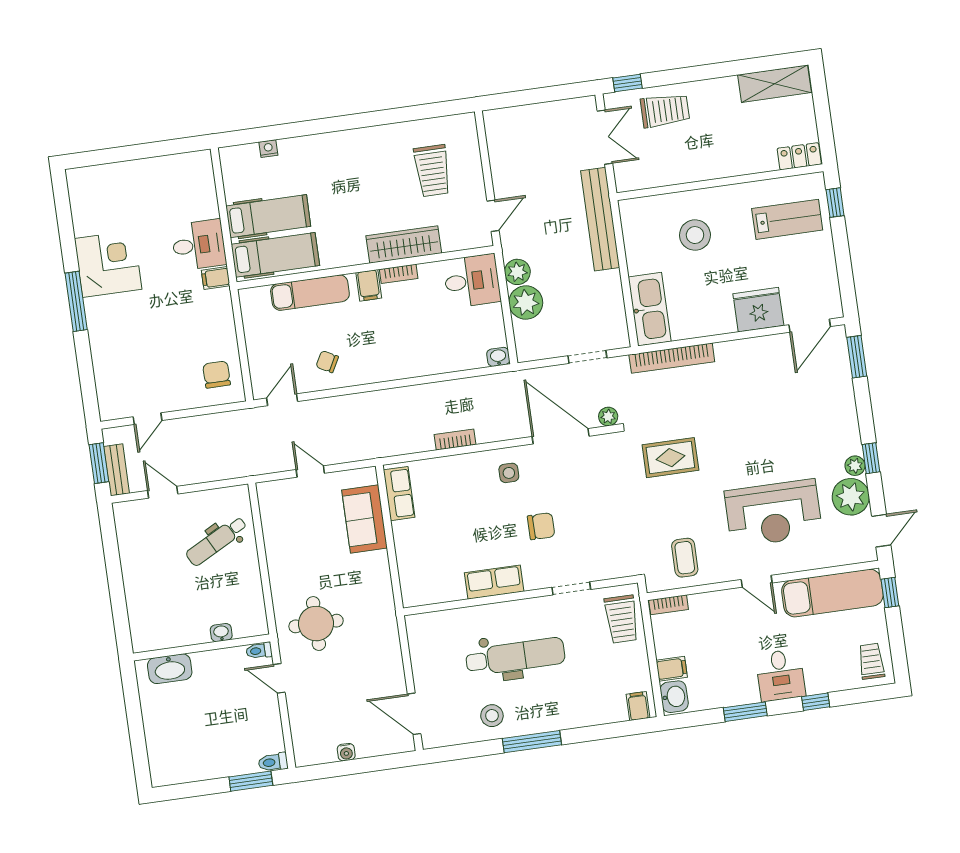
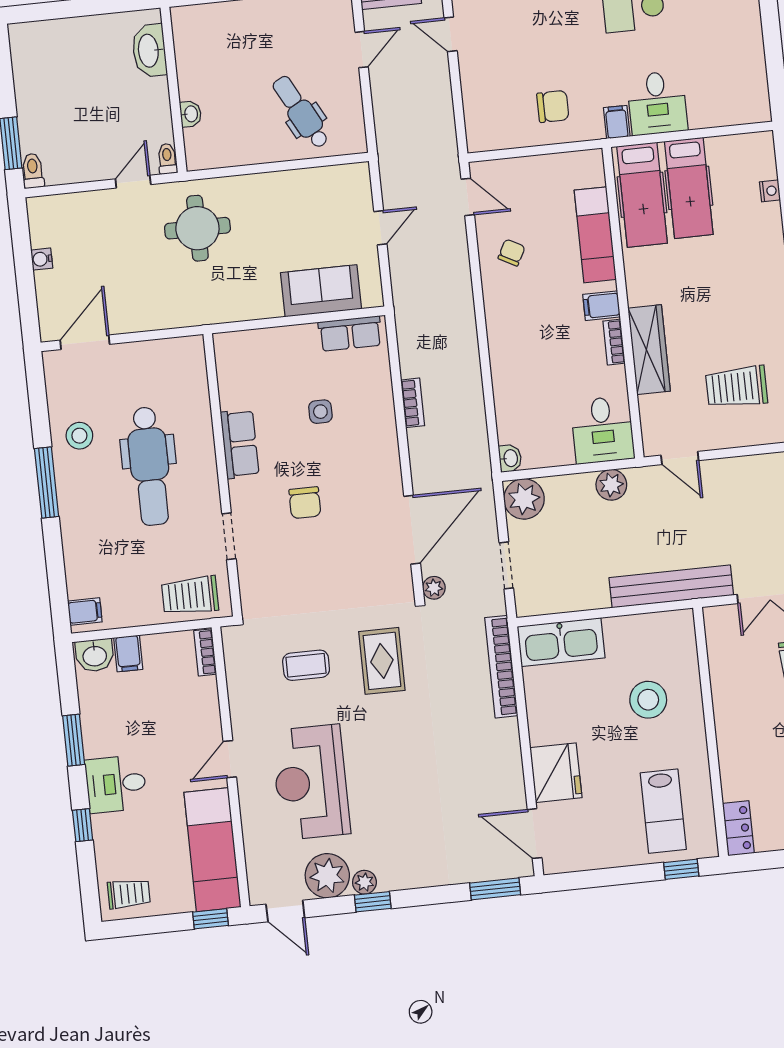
plant: (526, 303) -> (524, 499), moved
chair: (217, 375) -> (553, 106), moved
side table: (509, 473) -> (320, 412), moved
coffee table: (685, 558) -> (306, 665), moved

